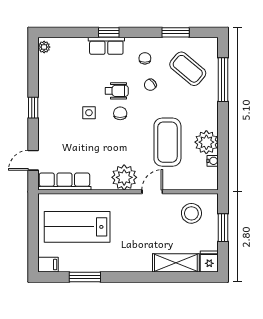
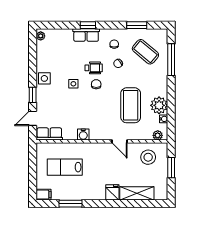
side table: (49, 105) -> (44, 78), added
window: (33, 108) -> (33, 95), moved
plant: (124, 177) -> (158, 135), moved, width x0.53, depth x0.53
row of seats: (64, 182) -> (49, 134), width x0.68
water cooler: (102, 182) -> (83, 135), added
door: (152, 192) -> (120, 141), swing flipped
lab bench: (77, 227) -> (65, 167), width x0.73, depth x0.72
fridge: (209, 262) -> (112, 192), moved

